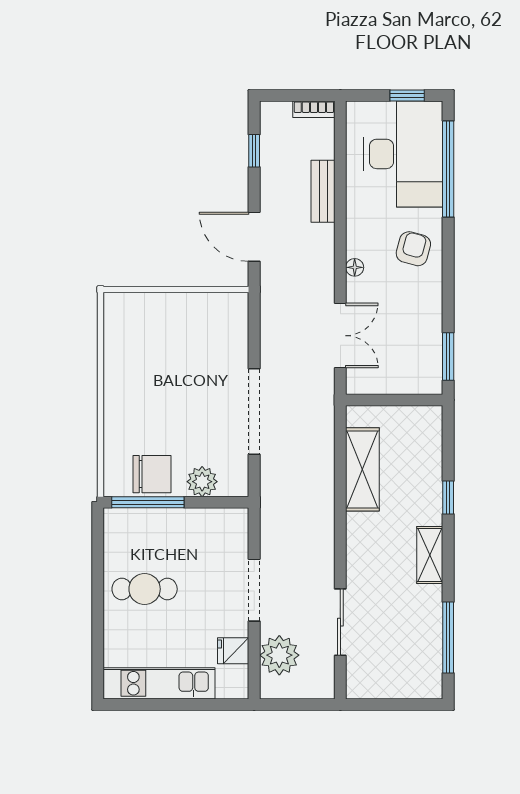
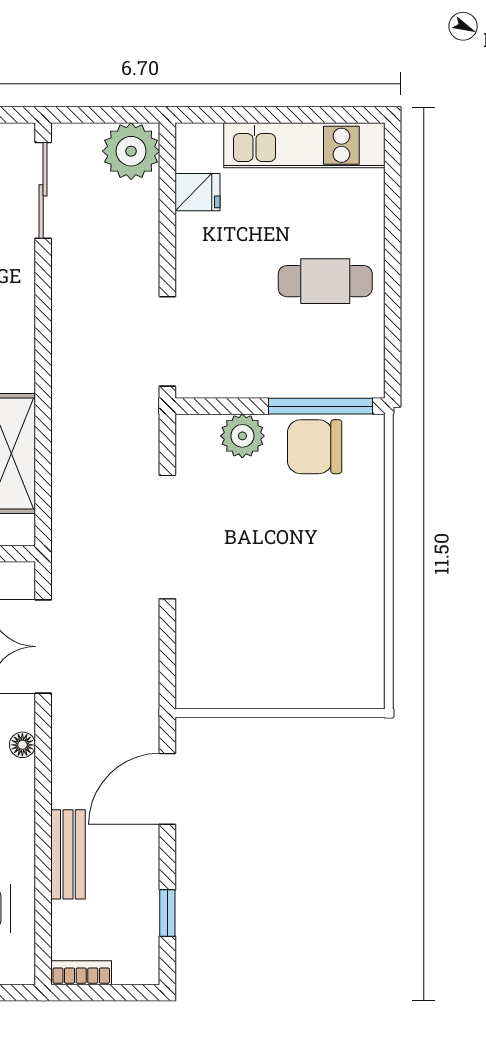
door: (254, 237) -> (167, 789), swing flipped
doorway: (254, 590) -> (167, 341), moved
sliding door: (340, 622) -> (43, 190), moved
plant: (279, 655) -> (131, 151), moved

